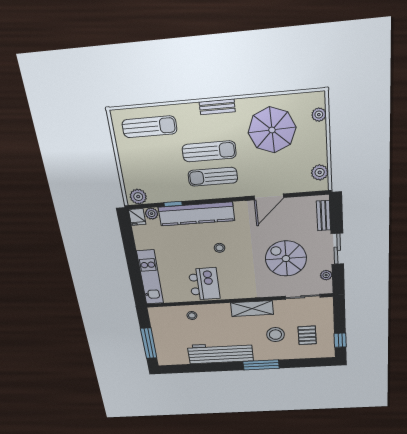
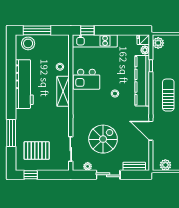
window: (138, 287) -> (87, 30), added
shelving: (252, 309) -> (63, 91), moved
stool: (275, 335) -> (28, 43), moved
pallet: (307, 335) -> (37, 151), width x1.50, depth x1.42
window: (261, 365) -> (11, 133), moved

